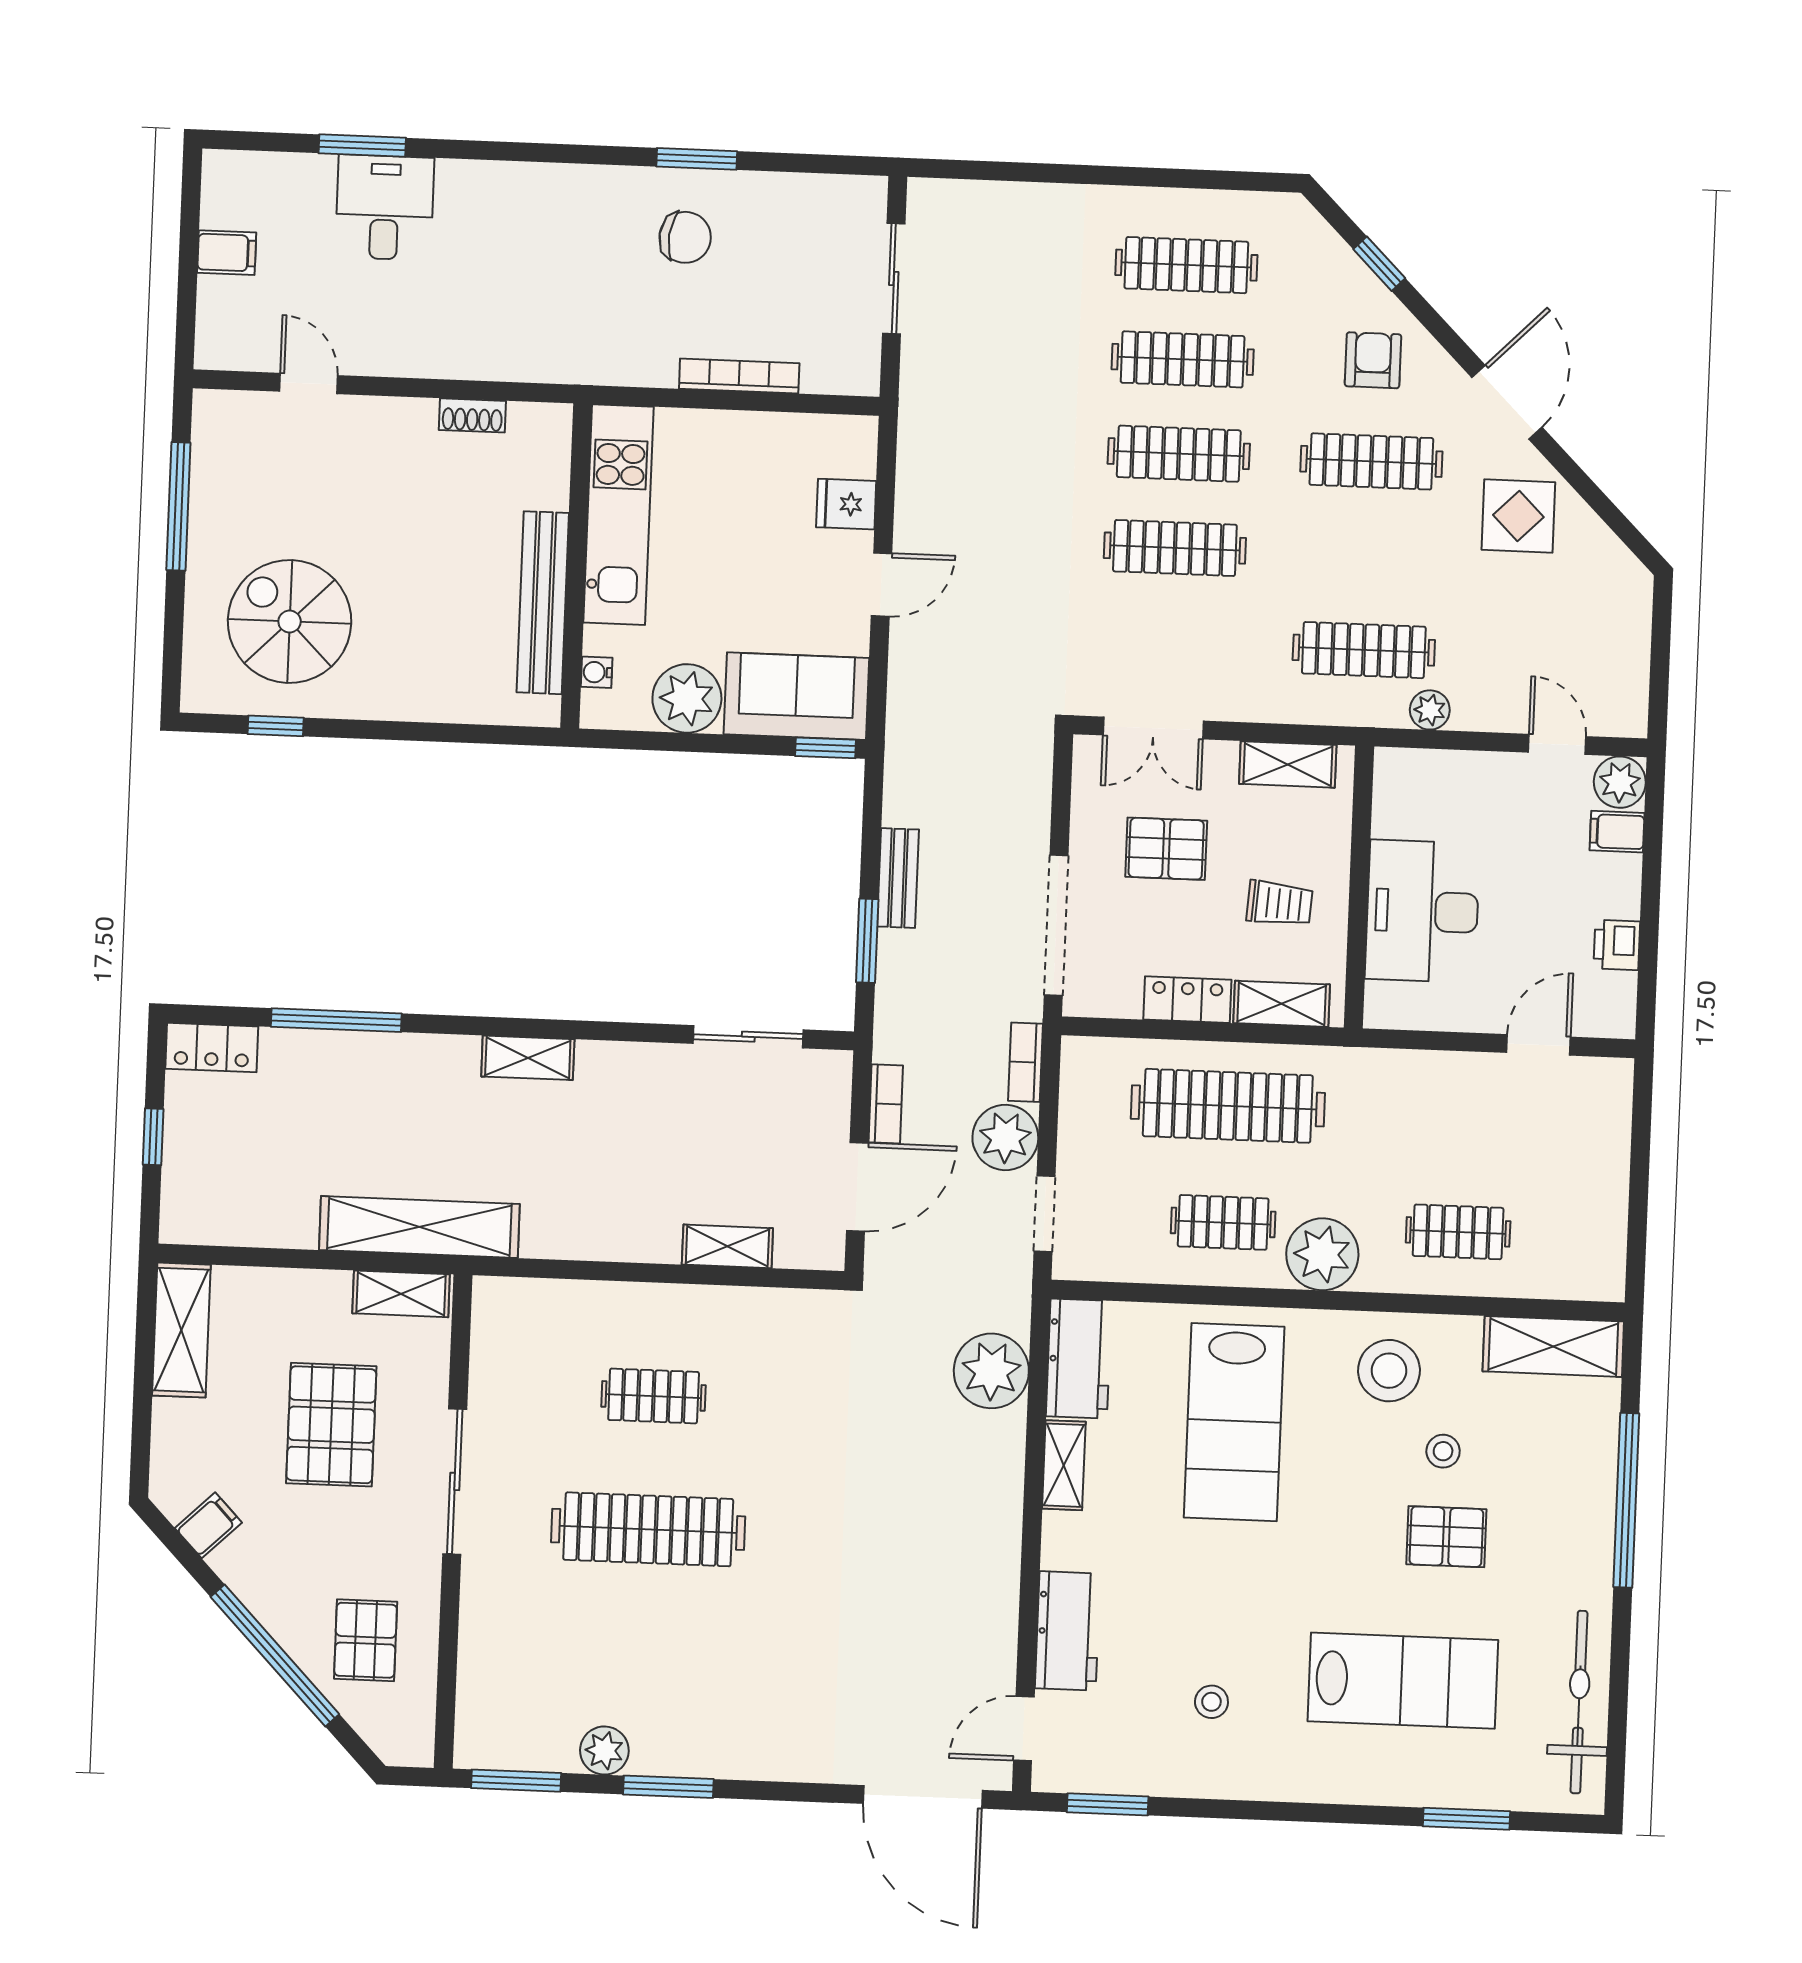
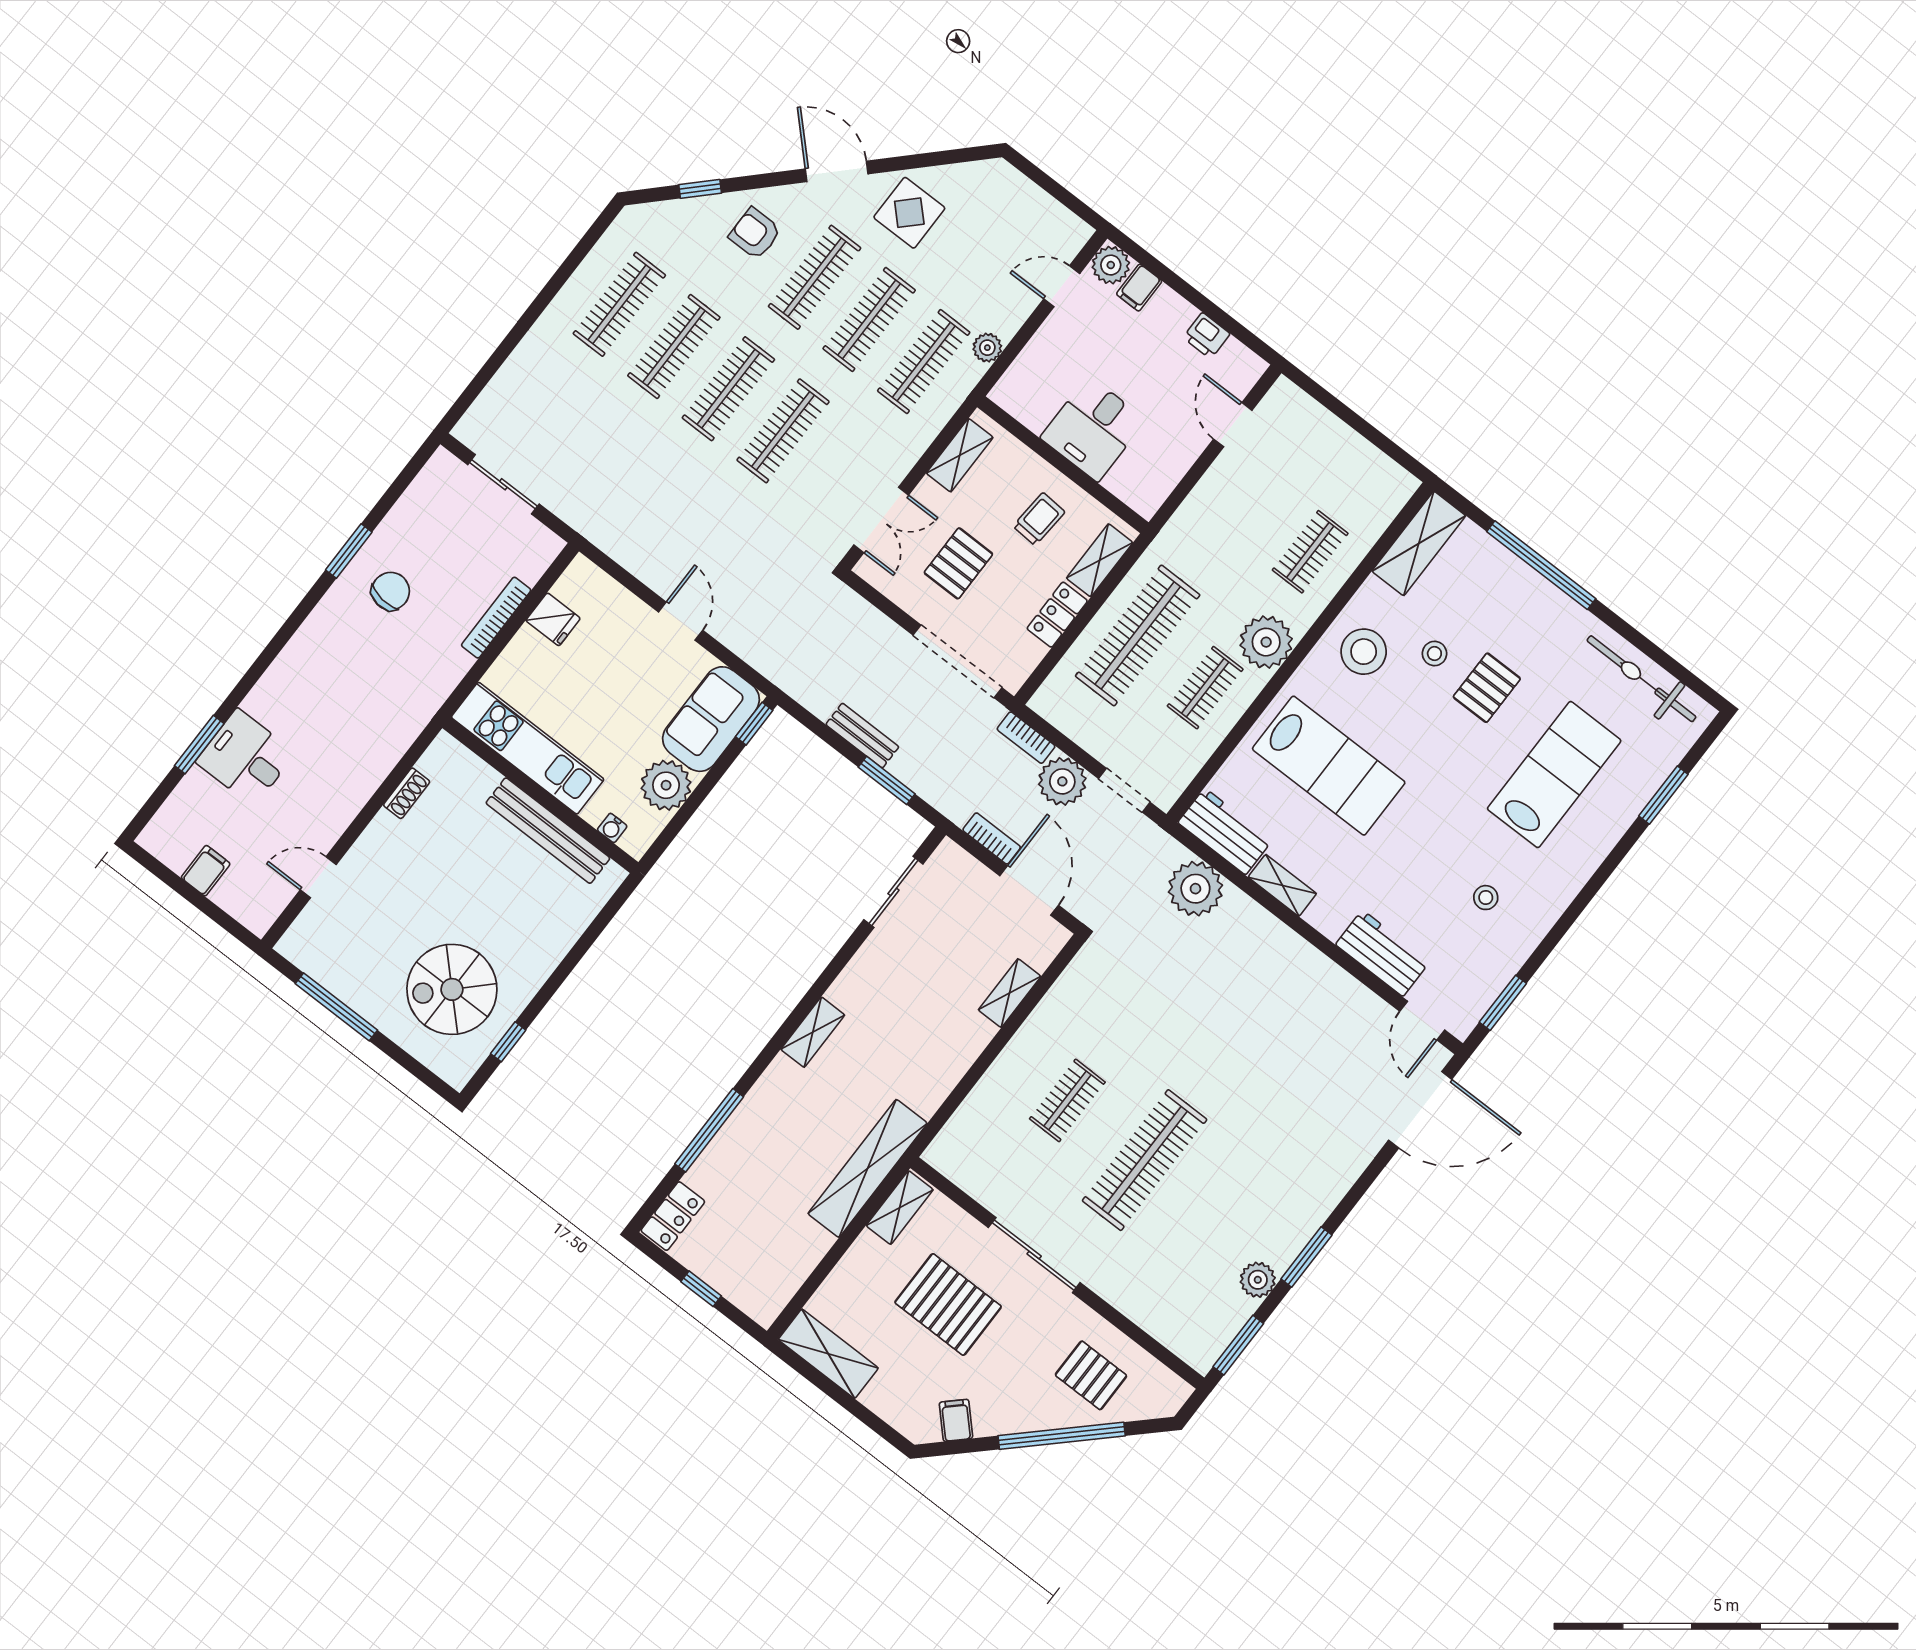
fridge: (846, 504) -> (553, 619), moved, turned -90
clothes rail: (1368, 556) -> (869, 319), added
desk: (1422, 911) -> (1093, 429), width x0.73

